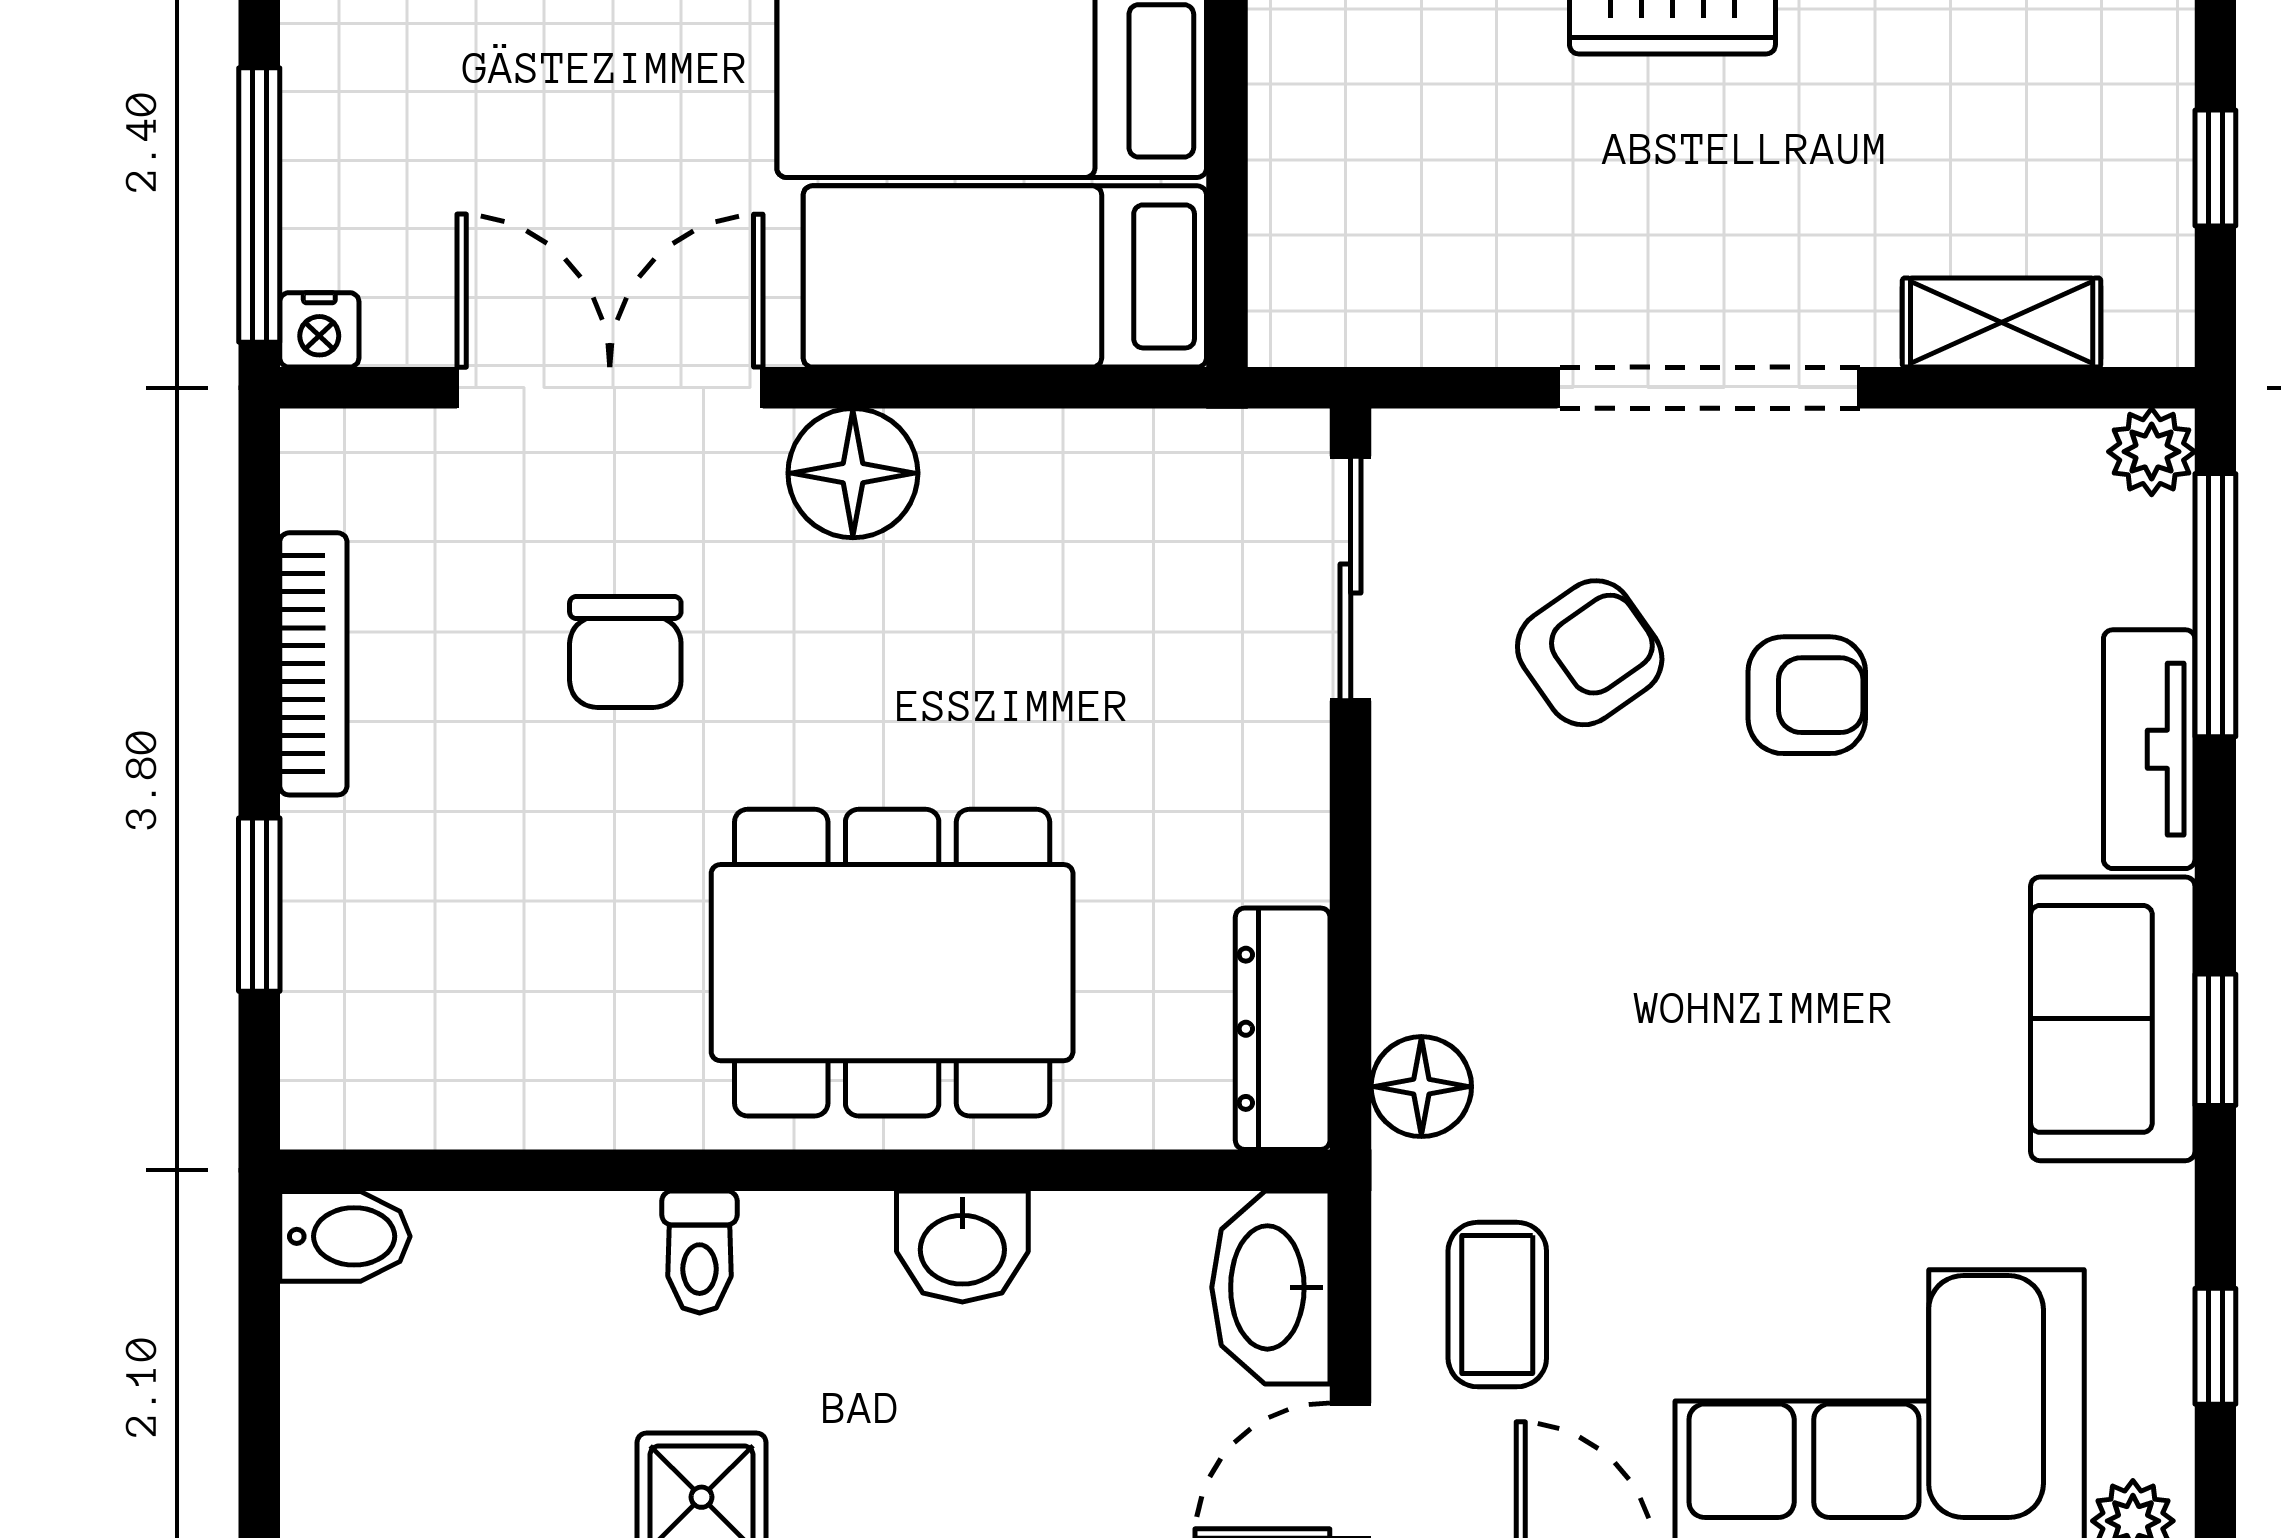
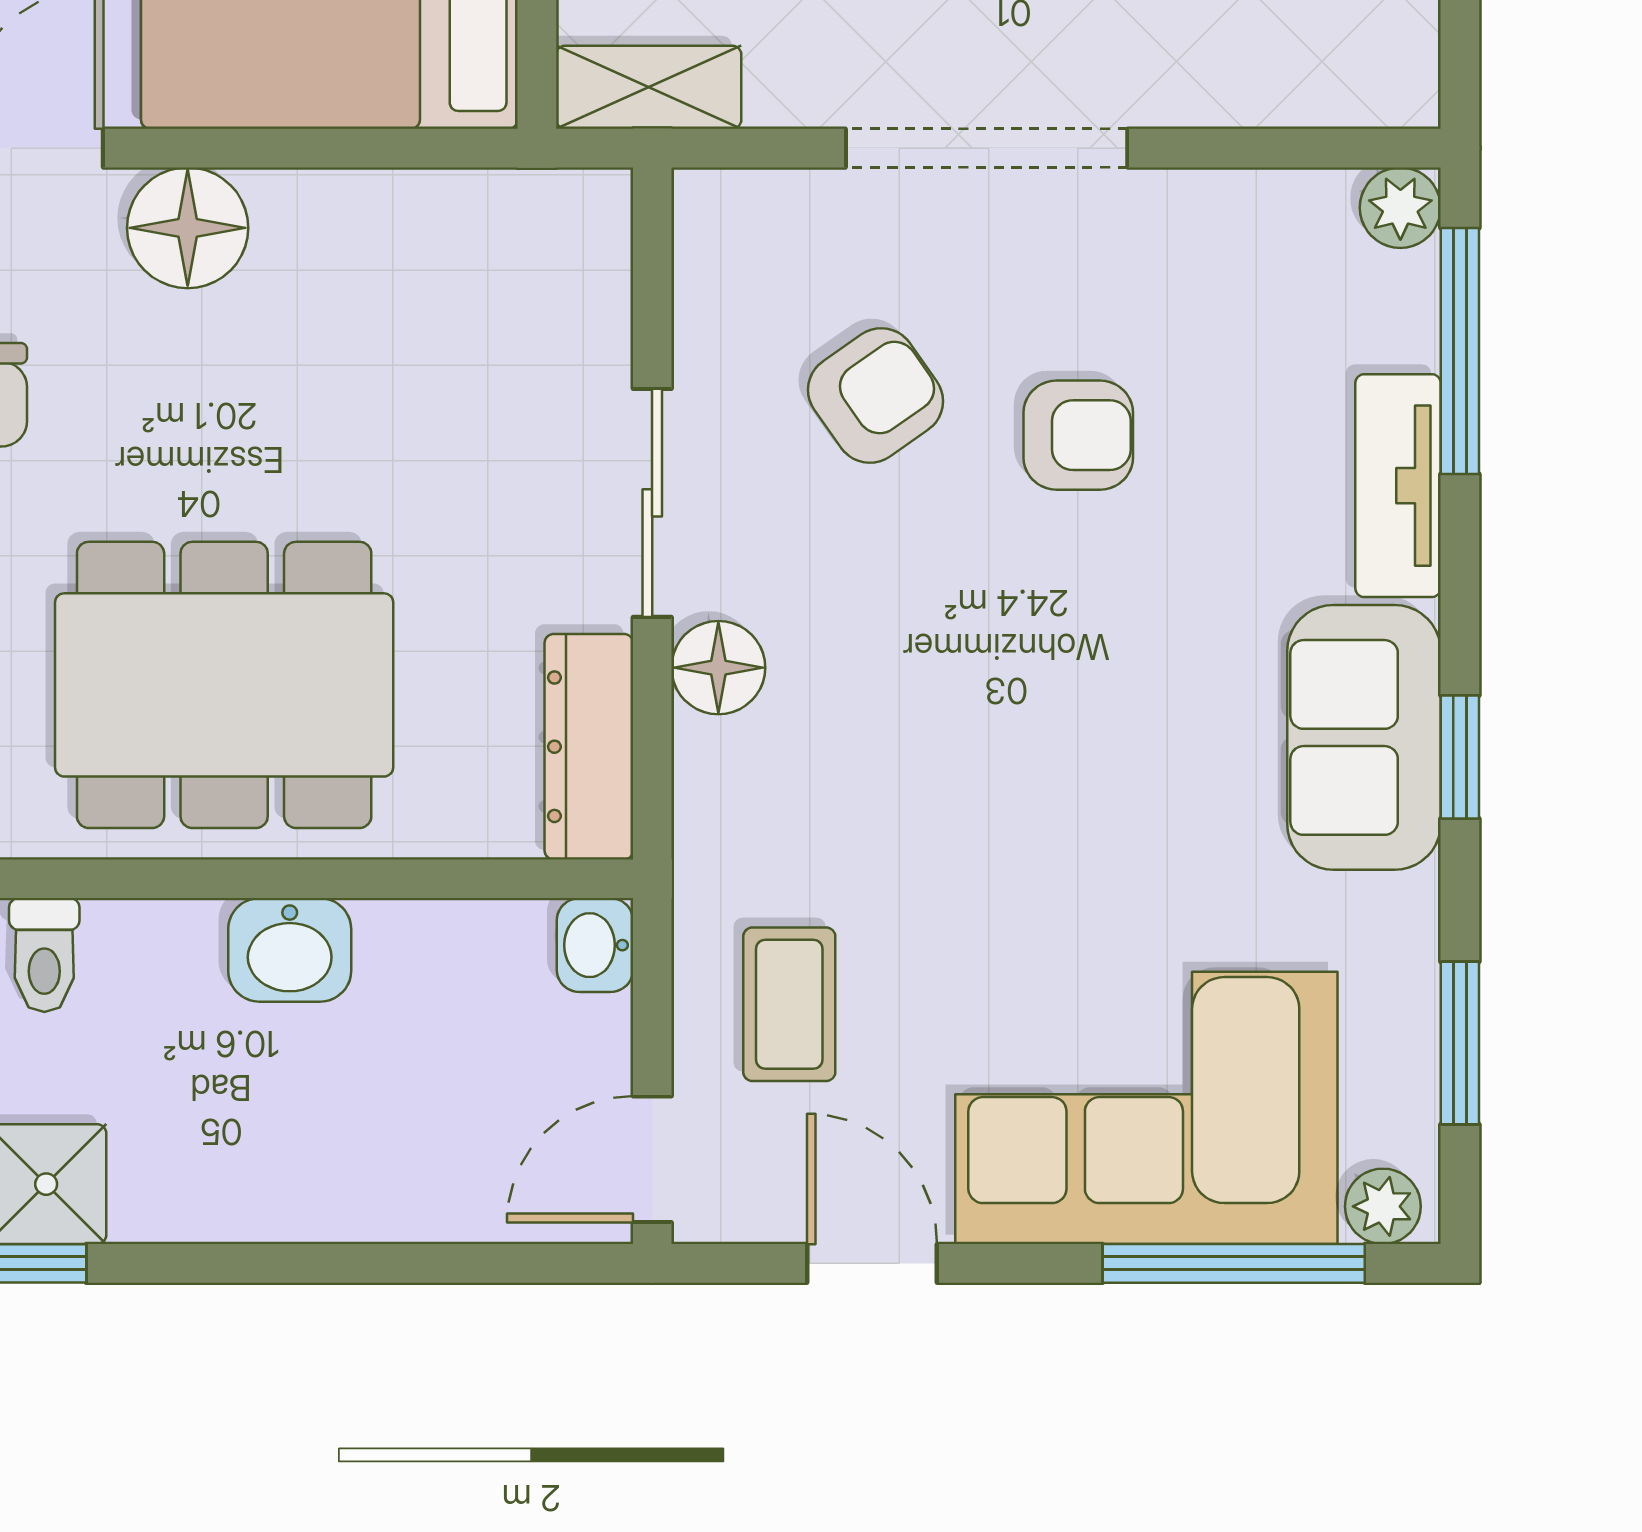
shelving: (2002, 323) -> (649, 87), moved
sliding door: (1351, 579) -> (652, 503), moved
floor lamp: (1421, 1087) -> (718, 668), moved
washbasin: (1271, 1287) -> (595, 945), width x0.52, depth x0.69
window: (2215, 1346) -> (1460, 1043), width x1.50

